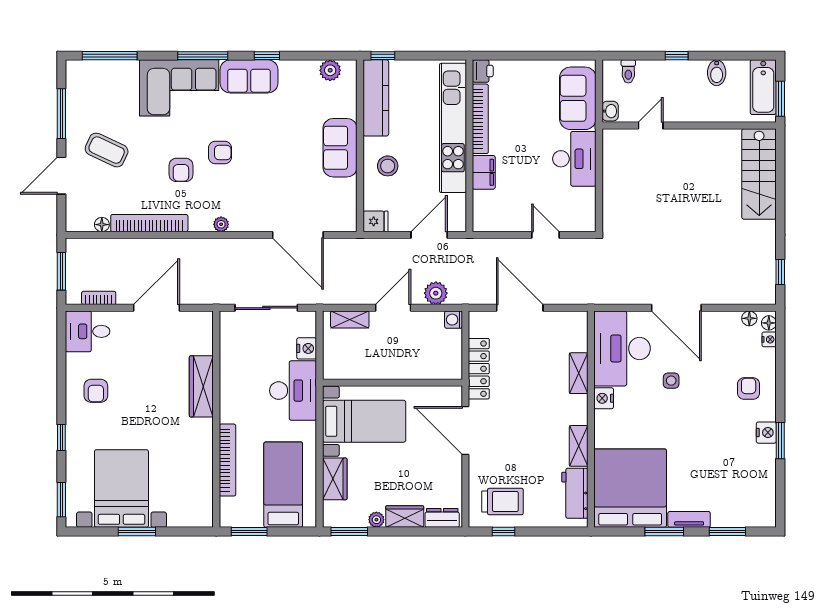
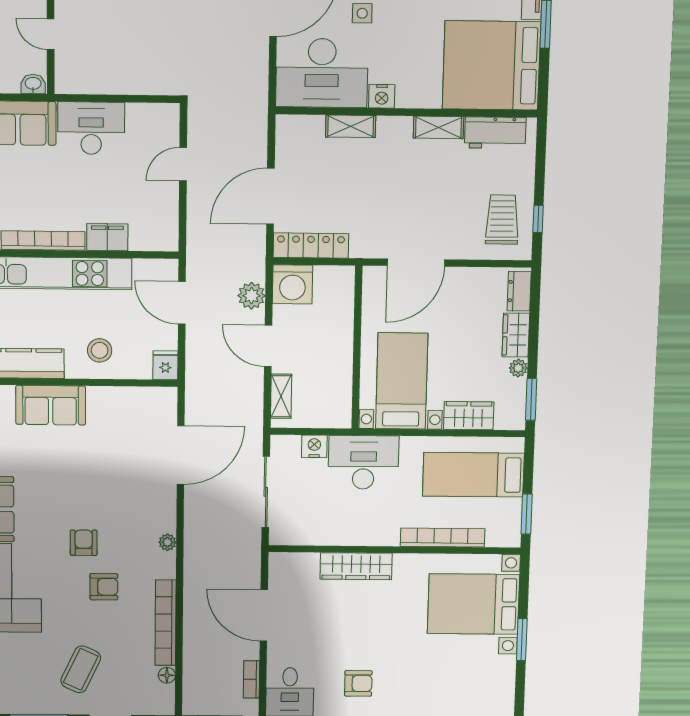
sofa: (340, 148) -> (51, 405), moved
washing machine: (454, 320) -> (292, 284), width x1.89, depth x1.89
locker: (479, 369) -> (311, 246), moved
bed with nightstands: (121, 489) -> (473, 604), moved

